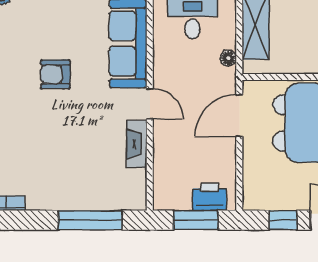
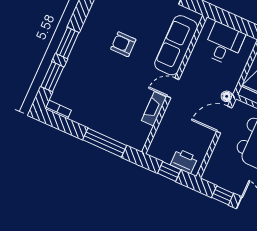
floor lamp: (228, 58) -> (227, 96), moved
door: (150, 104) -> (173, 88), swing flipped
window: (196, 220) -> (169, 172), width x0.67

